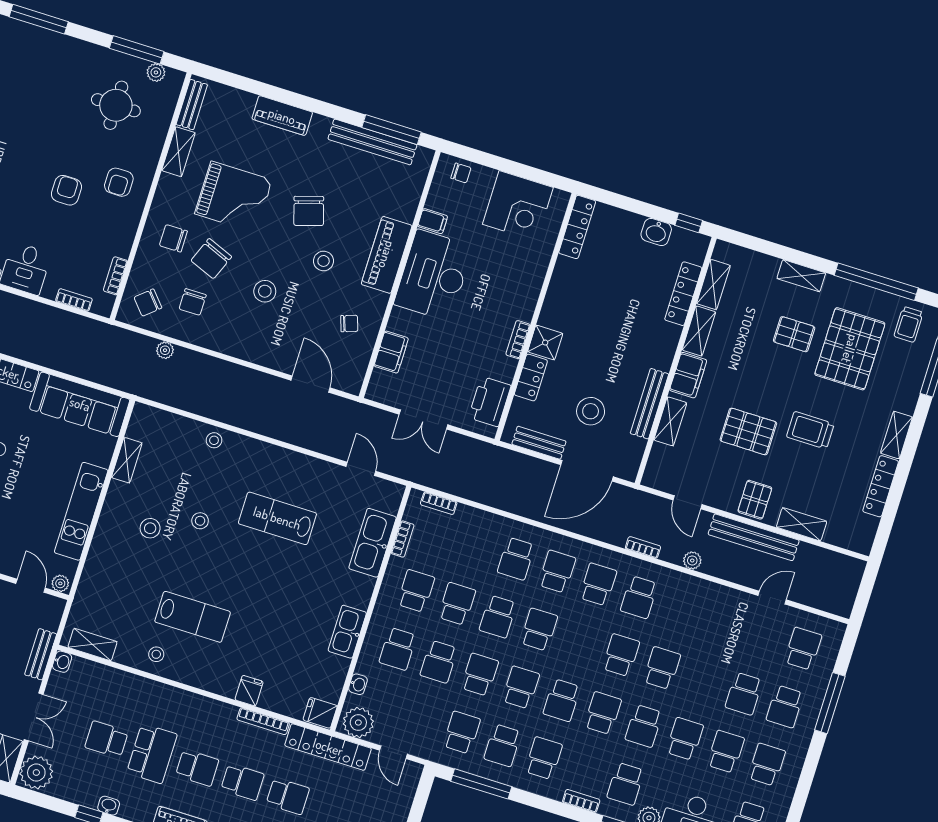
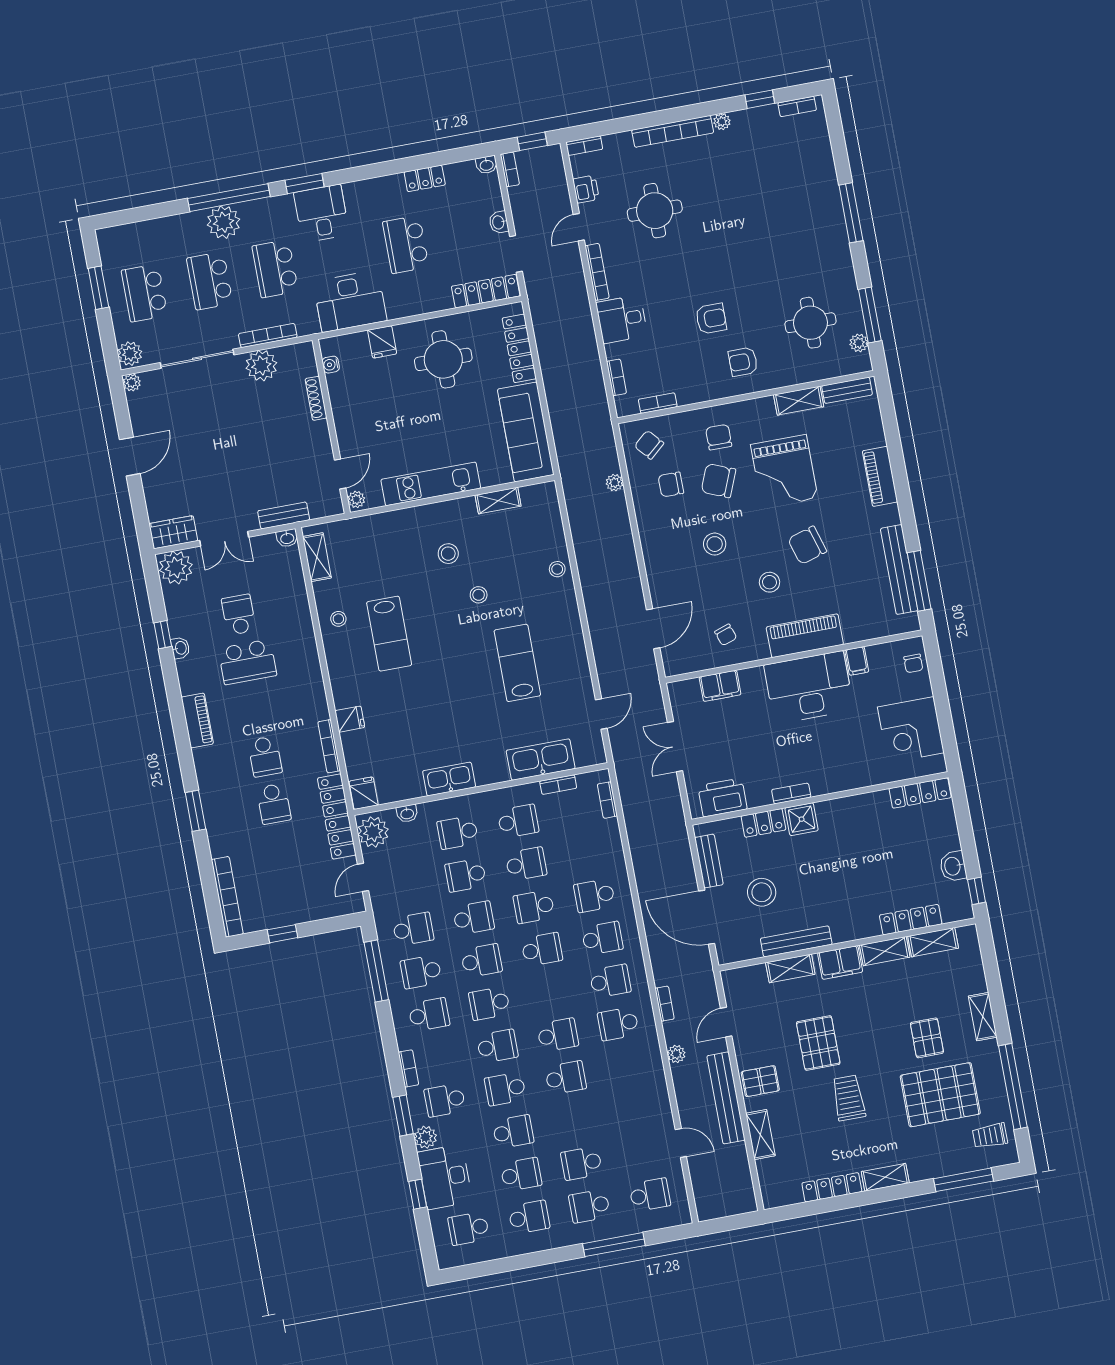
school desk: (197, 768) -> (256, 709), removed

